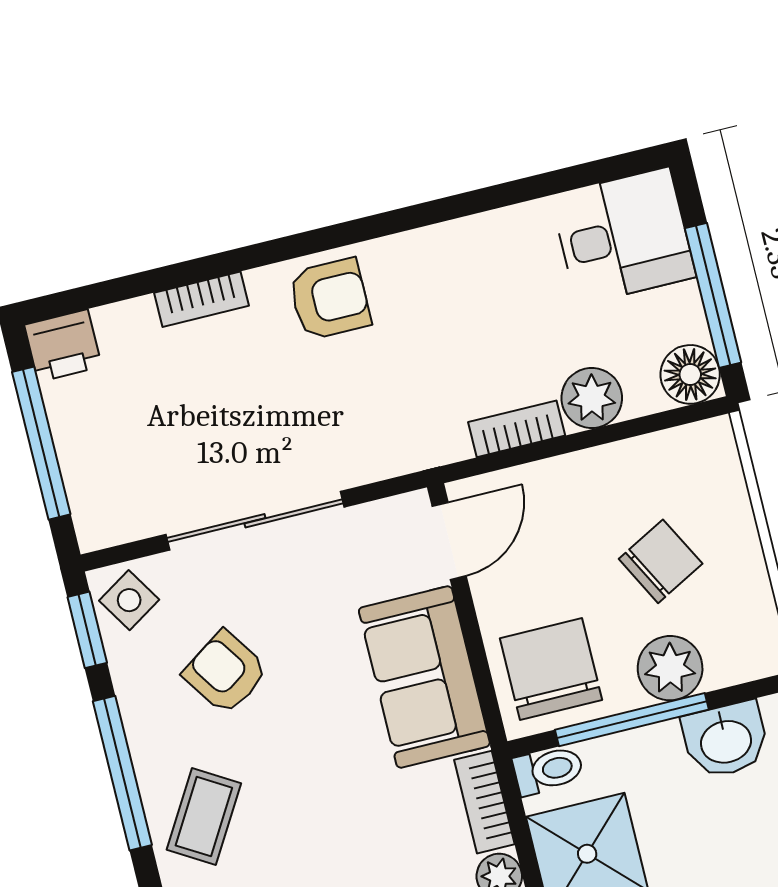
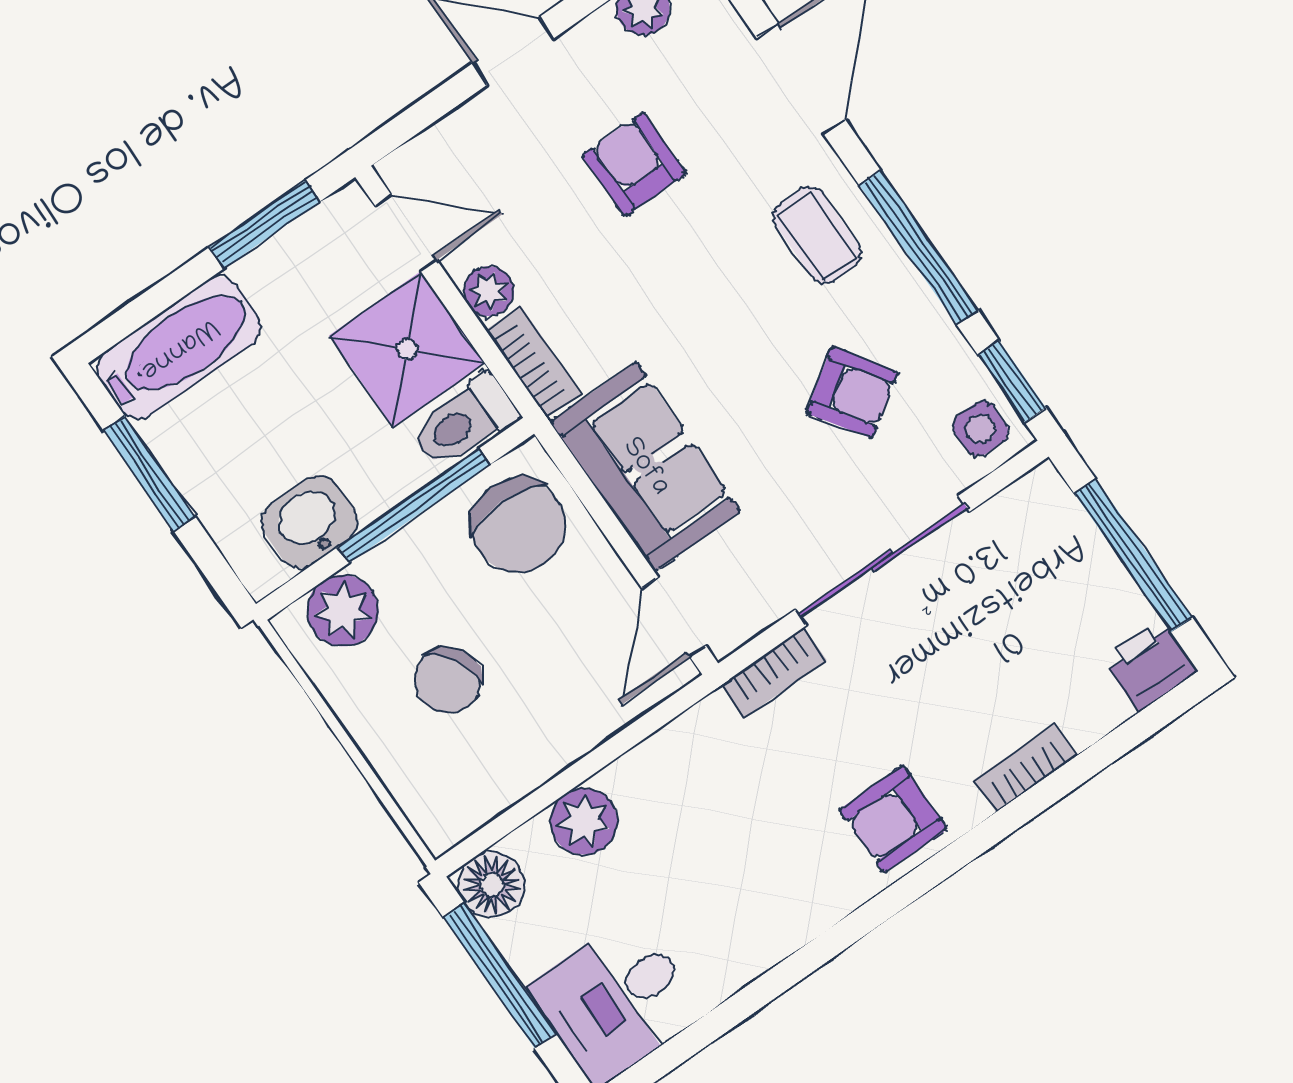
bookcase: (517, 429) -> (774, 673), moved
side table: (129, 600) -> (981, 429), turned 32
plant: (670, 668) -> (343, 611), moved
toilet: (548, 770) -> (464, 422), width x1.37, depth x1.39
coffee table: (204, 817) -> (817, 235), turned -31

